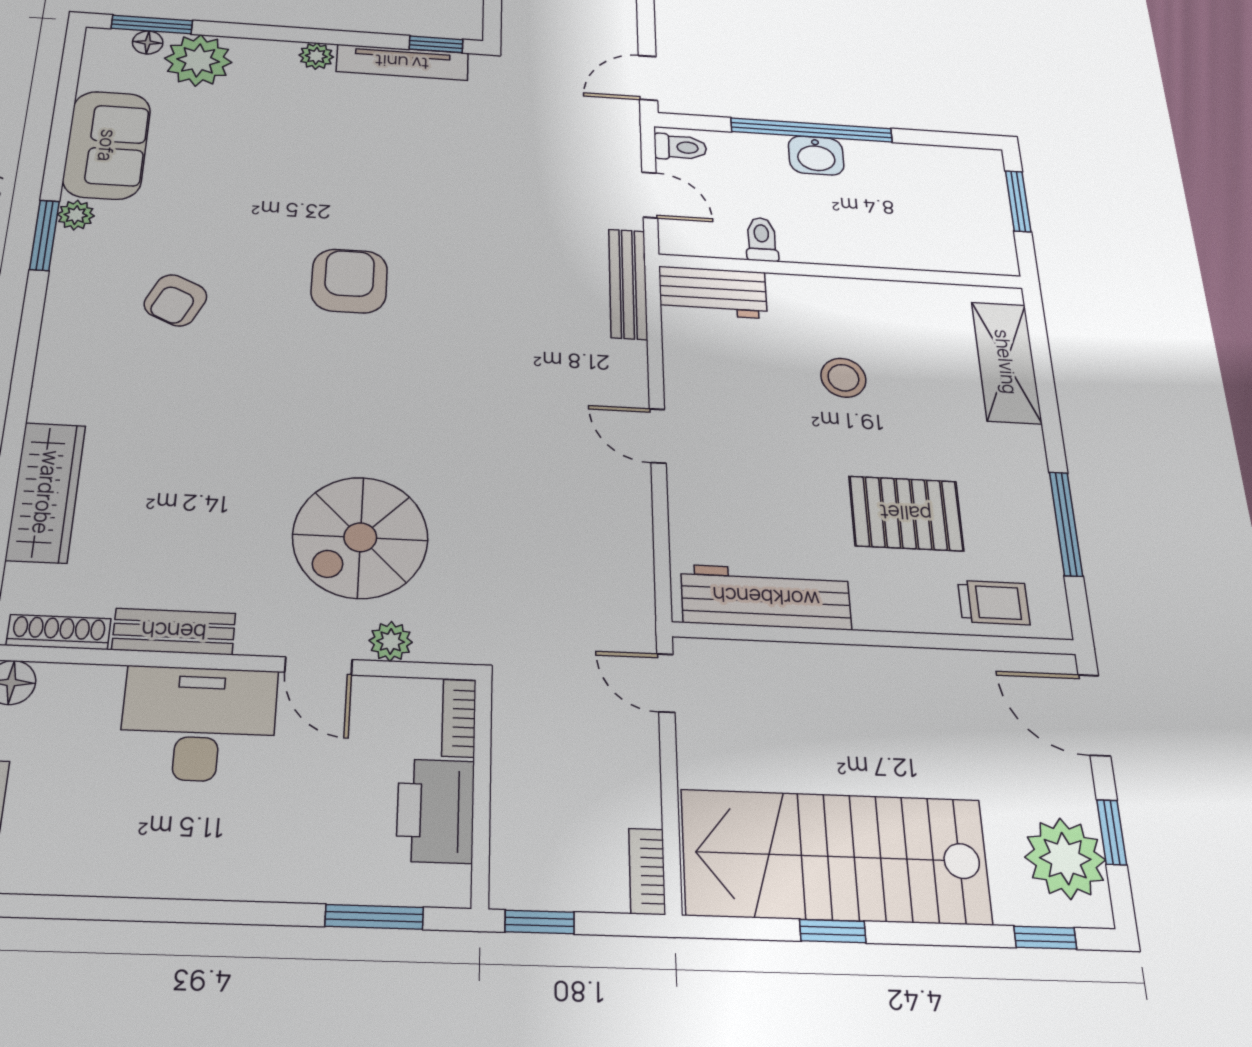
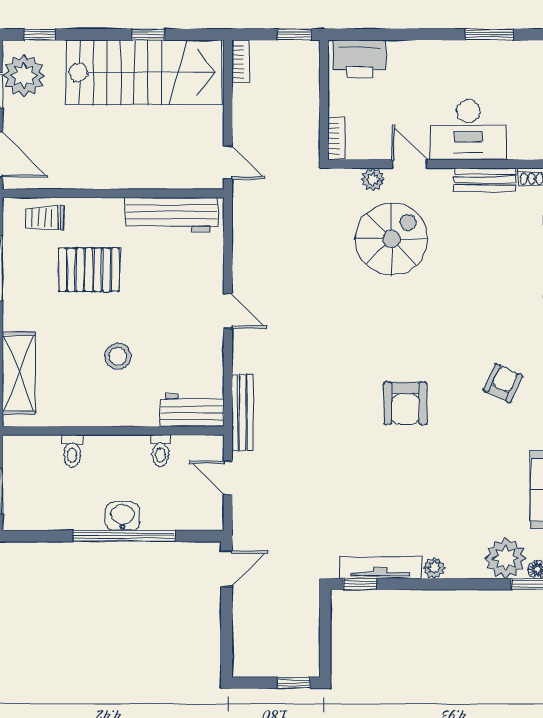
toilet: (680, 147) -> (72, 451), moved, turned -90
printer: (436, 811) -> (360, 59), moved, turned 90
window: (374, 917) -> (490, 35), moved

